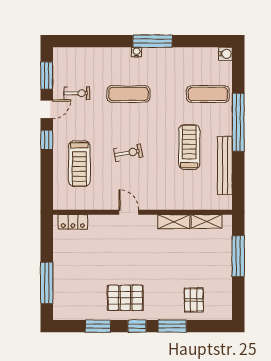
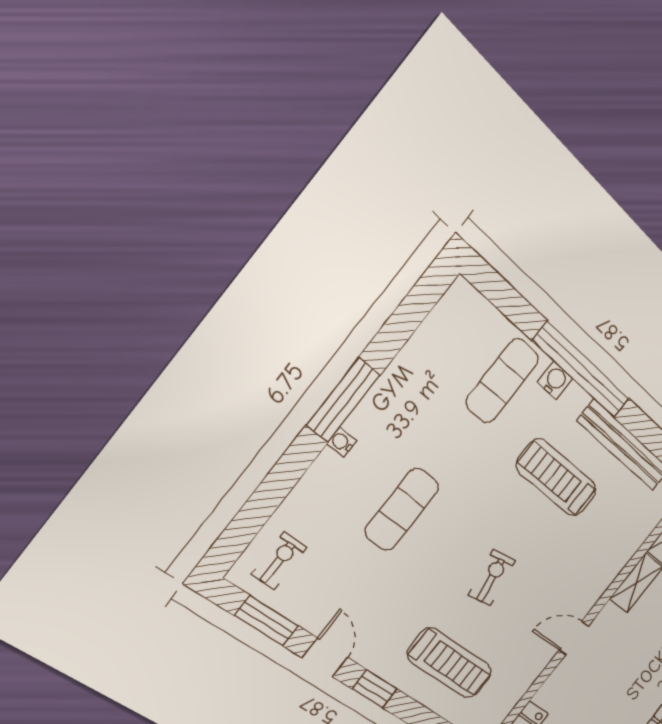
water cooler: (225, 54) -> (555, 380), moved
exercise bike: (77, 93) -> (279, 561), moved

